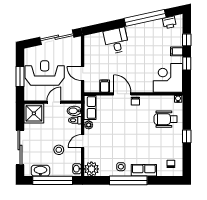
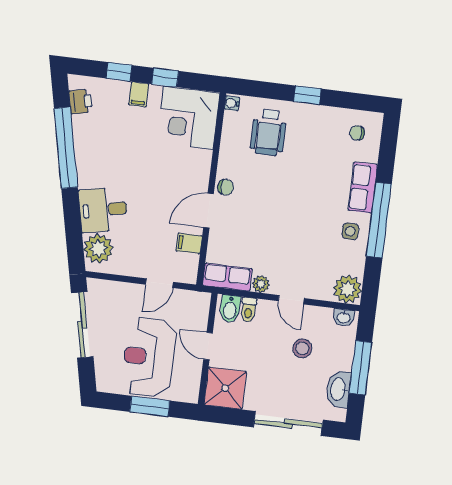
plant: (96, 41) -> (98, 248), added
window: (53, 180) -> (360, 368), width x0.68

